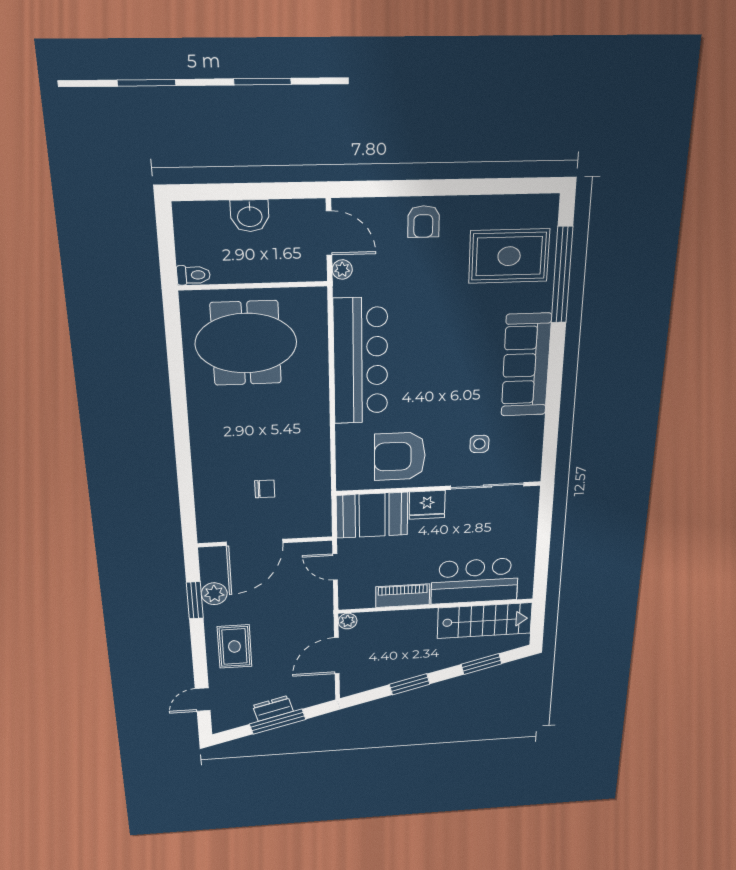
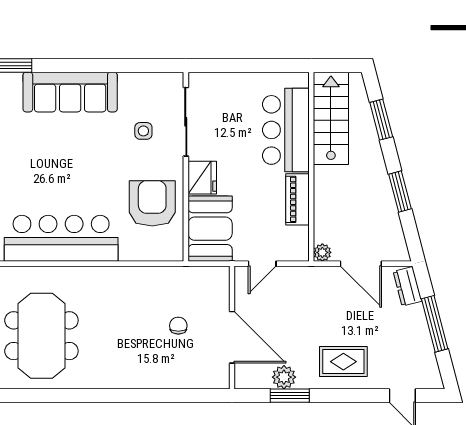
armchair: (400, 456) -> (152, 203), turned 180
dresser: (273, 708) -> (407, 286), moved

